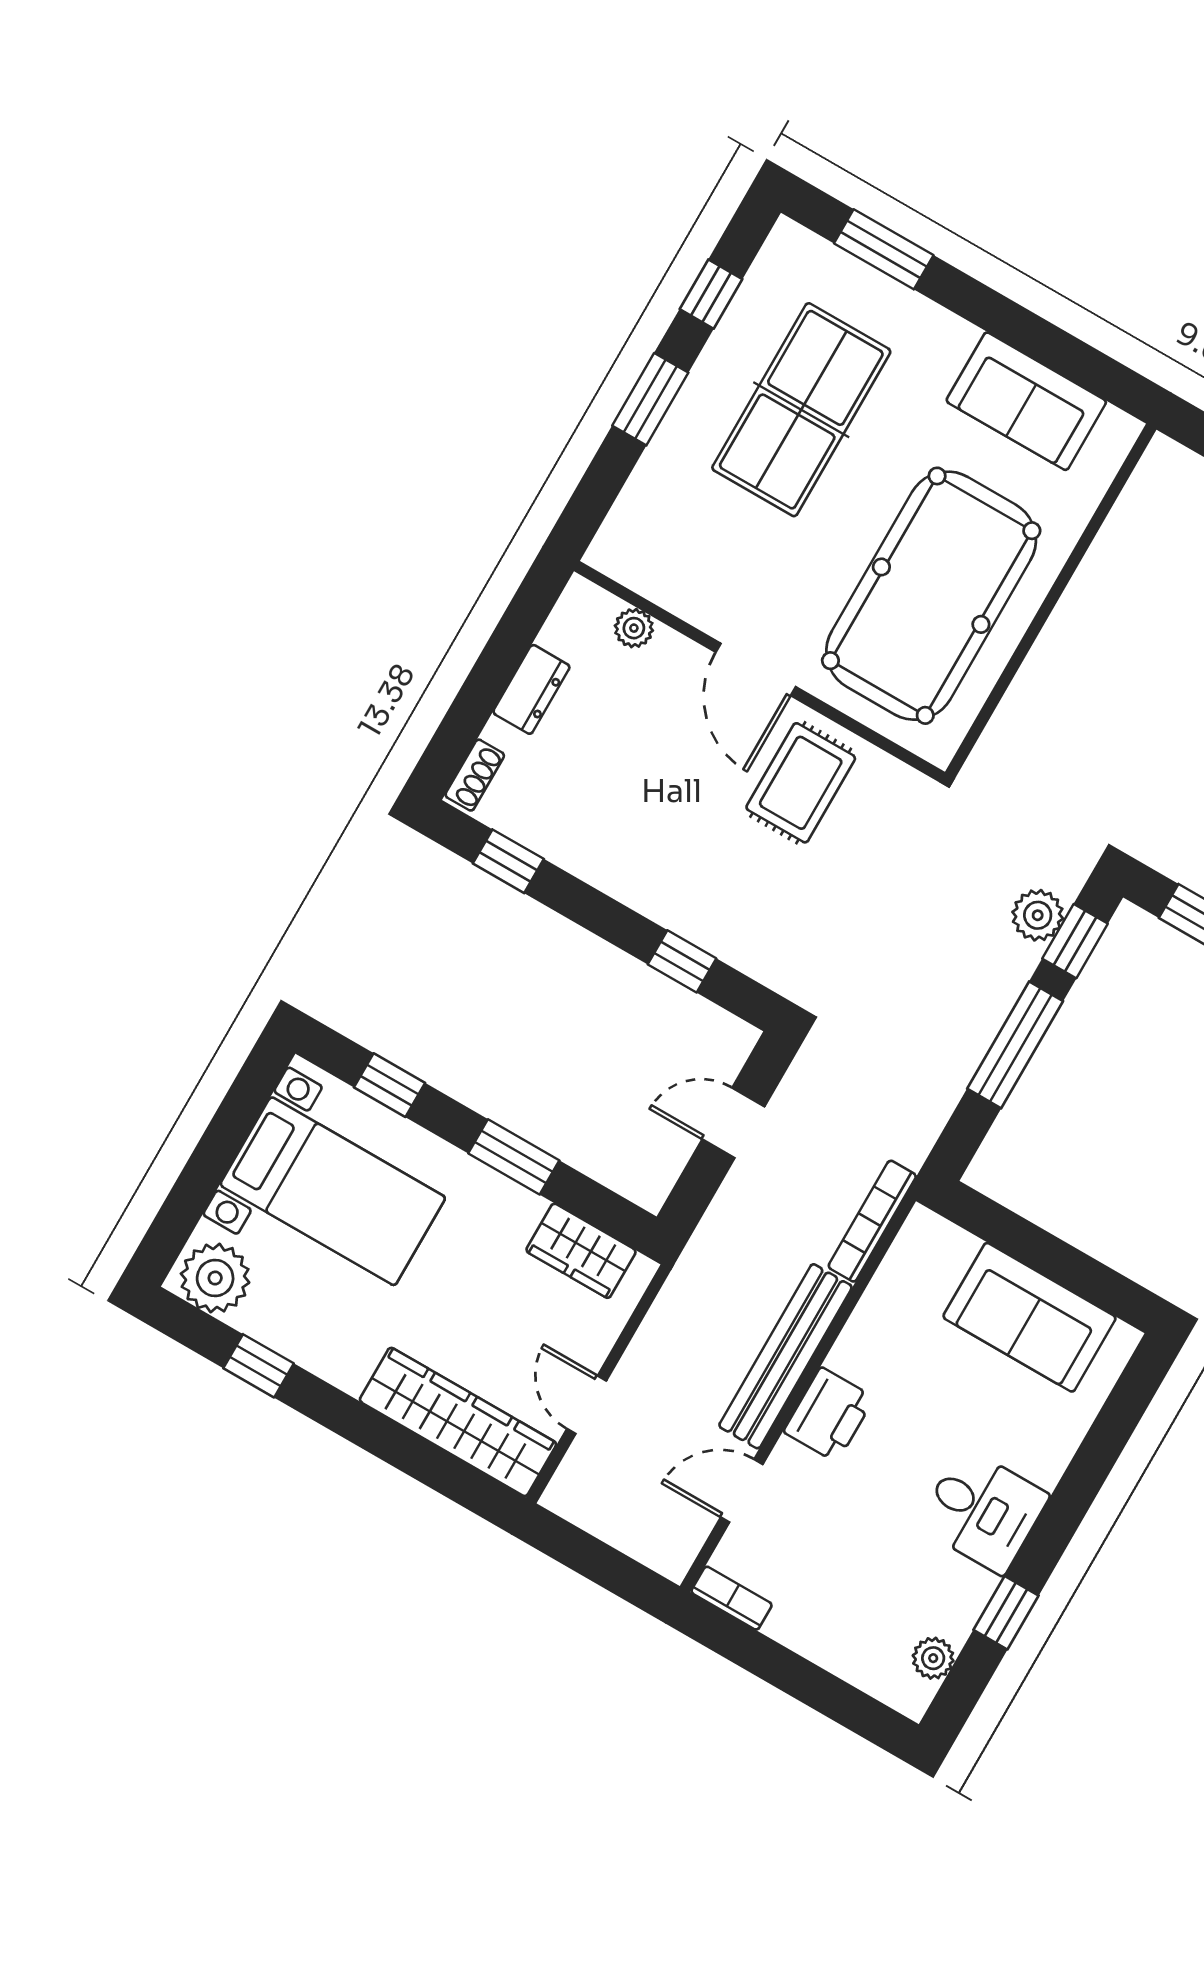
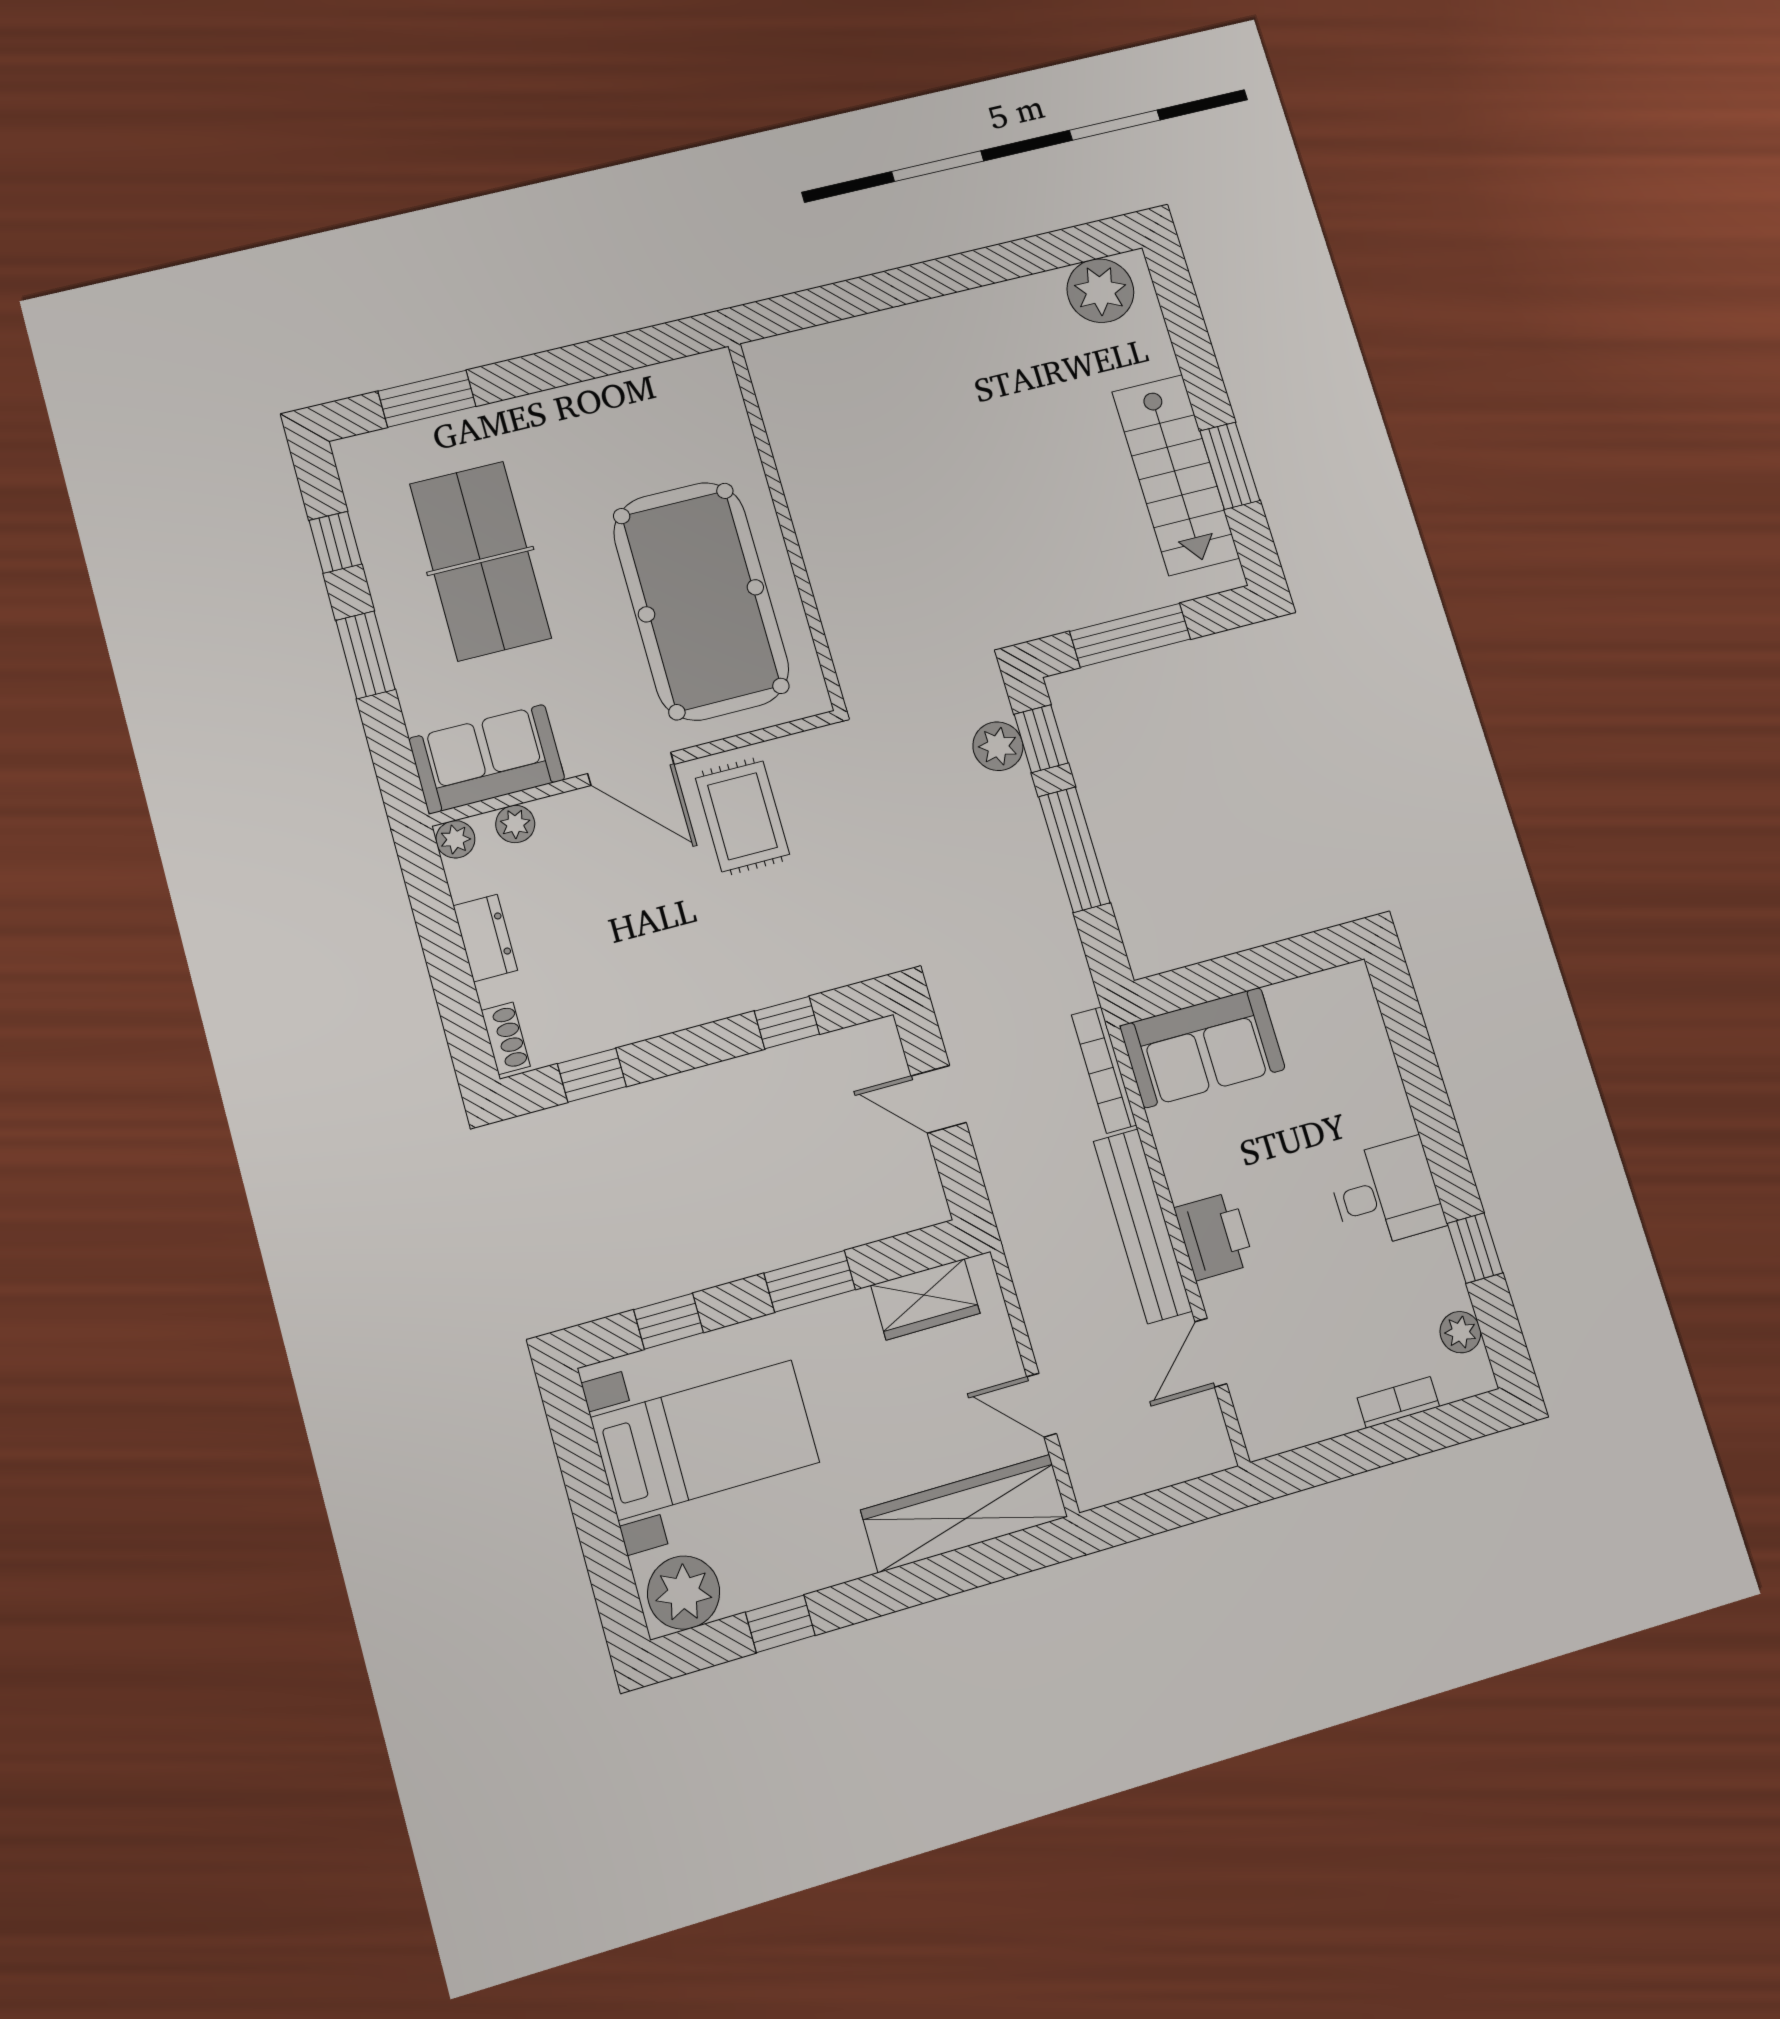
sofa: (1026, 401) -> (487, 759), moved, turned 180
plant: (581, 597) -> (455, 839), added
door: (733, 1123) -> (939, 1099), hinge flipped
sofa: (1029, 1317) -> (1202, 1048), moved
bookcase: (731, 1598) -> (1398, 1402), moved

